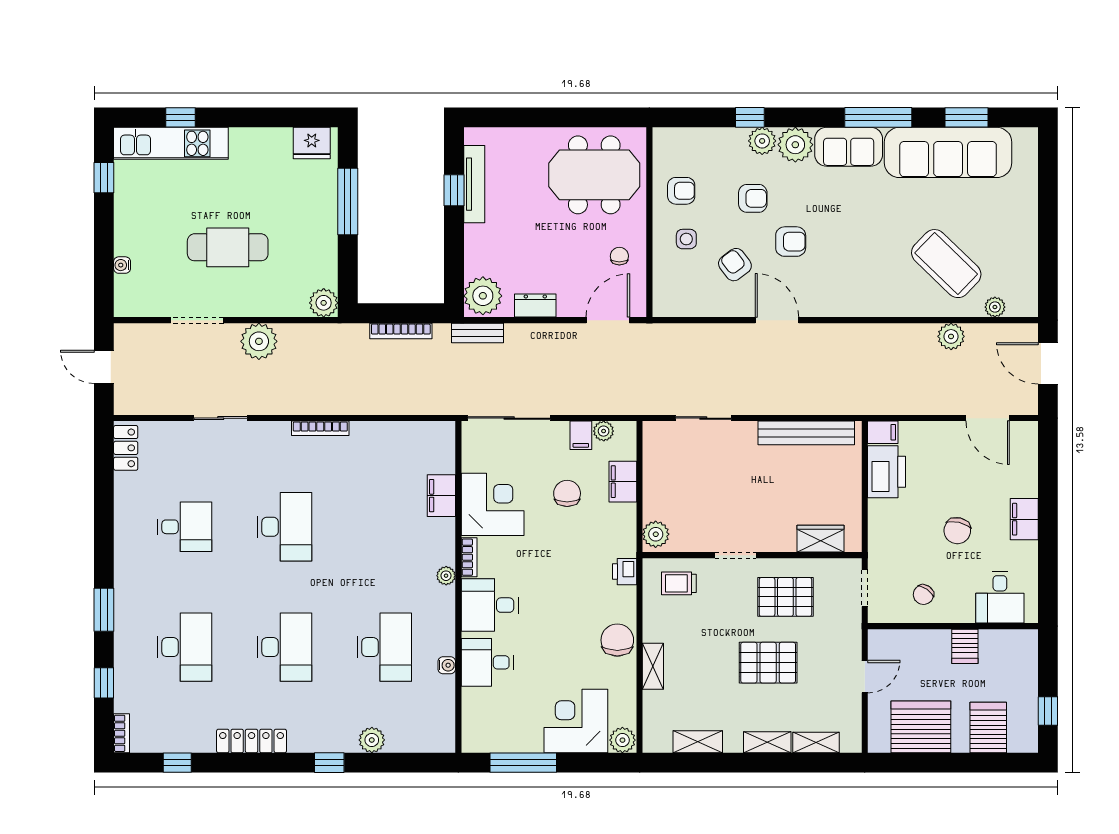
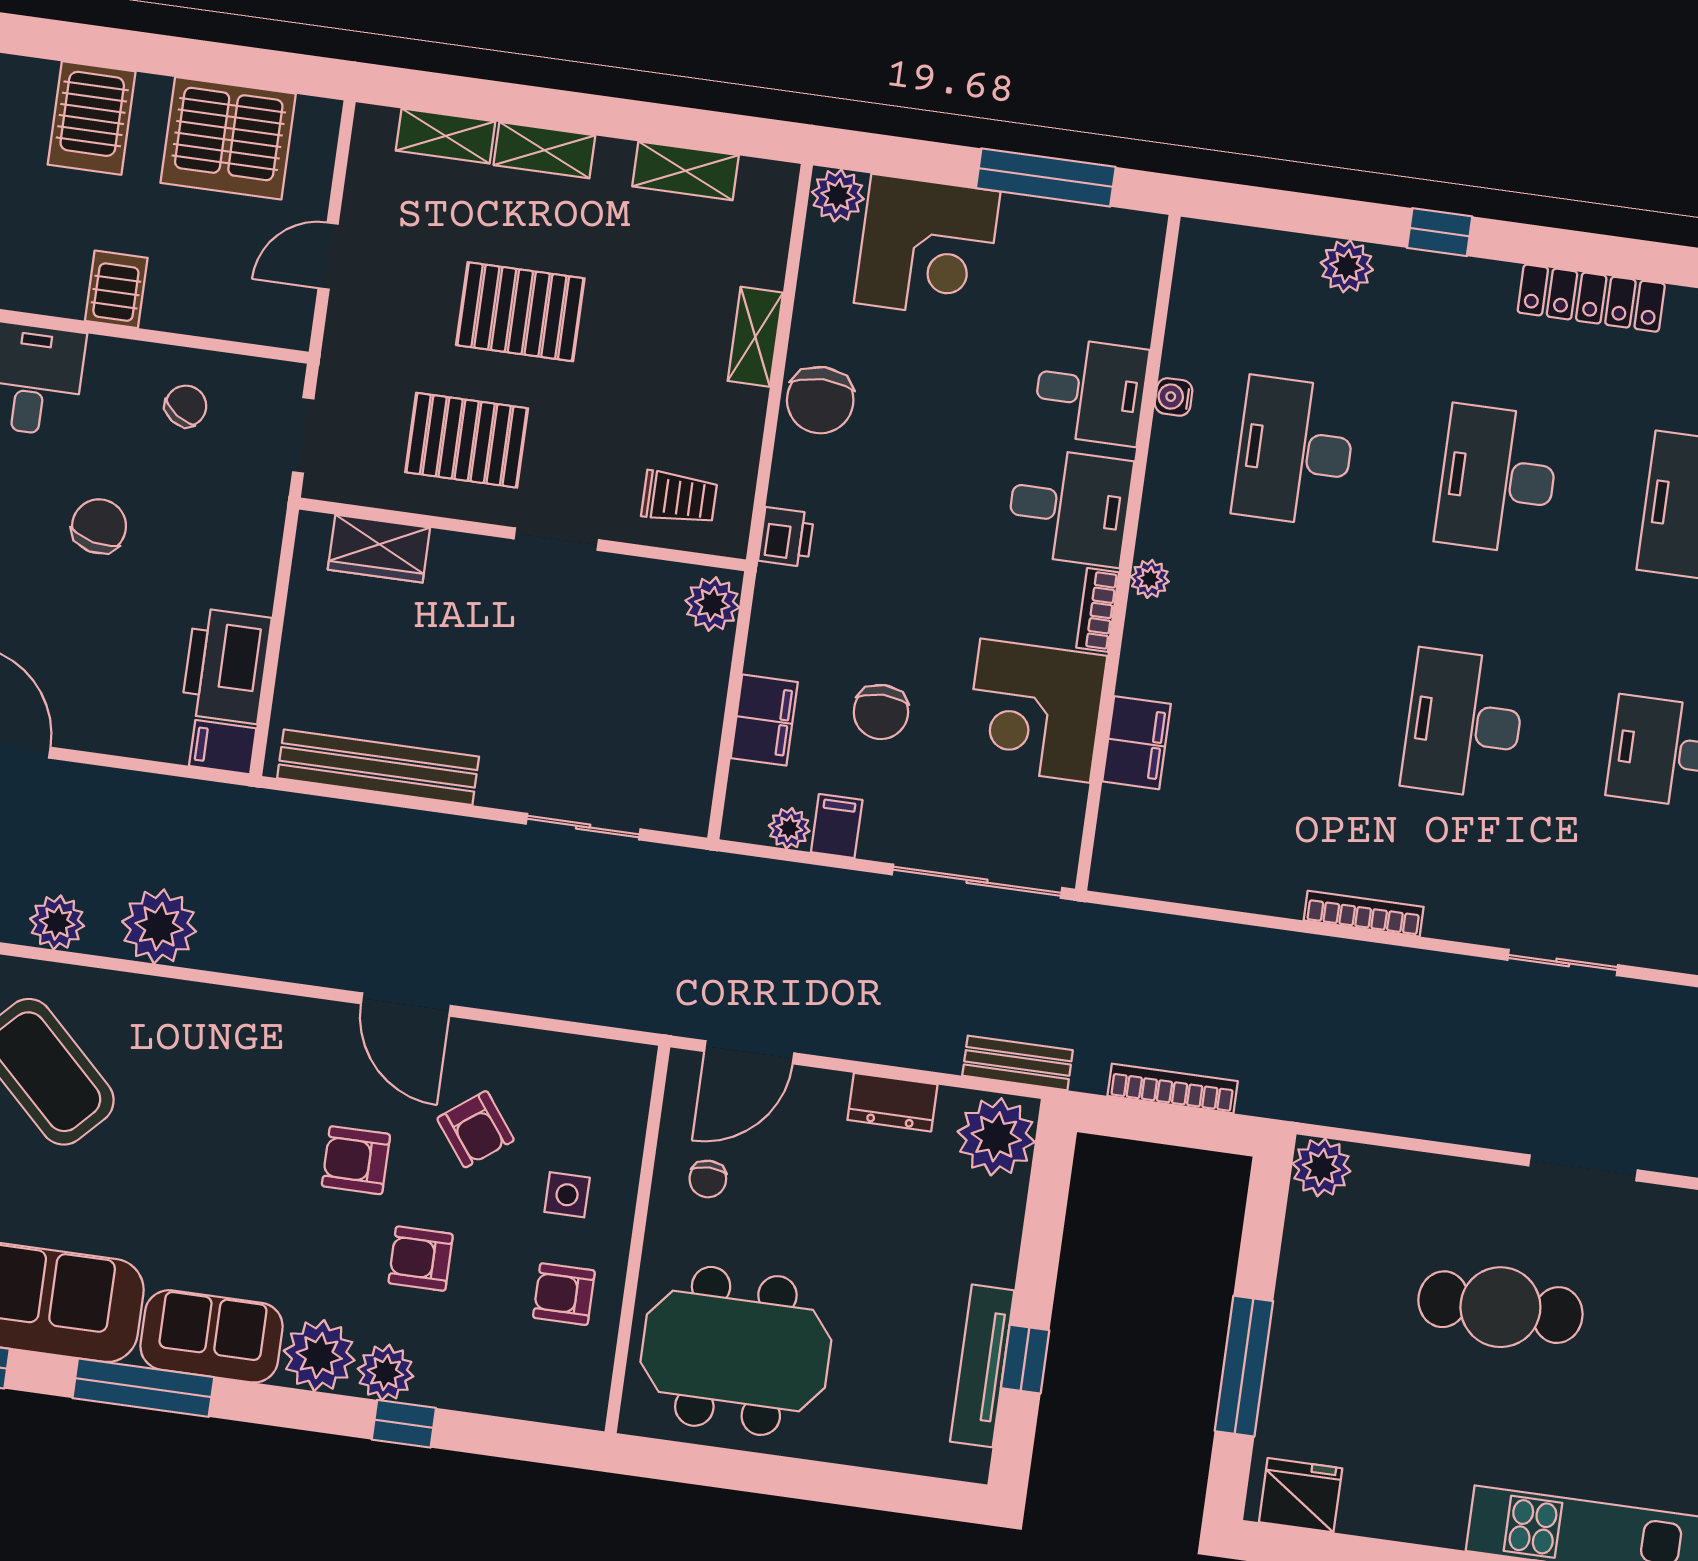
plant: (259, 341) -> (159, 926), moved

